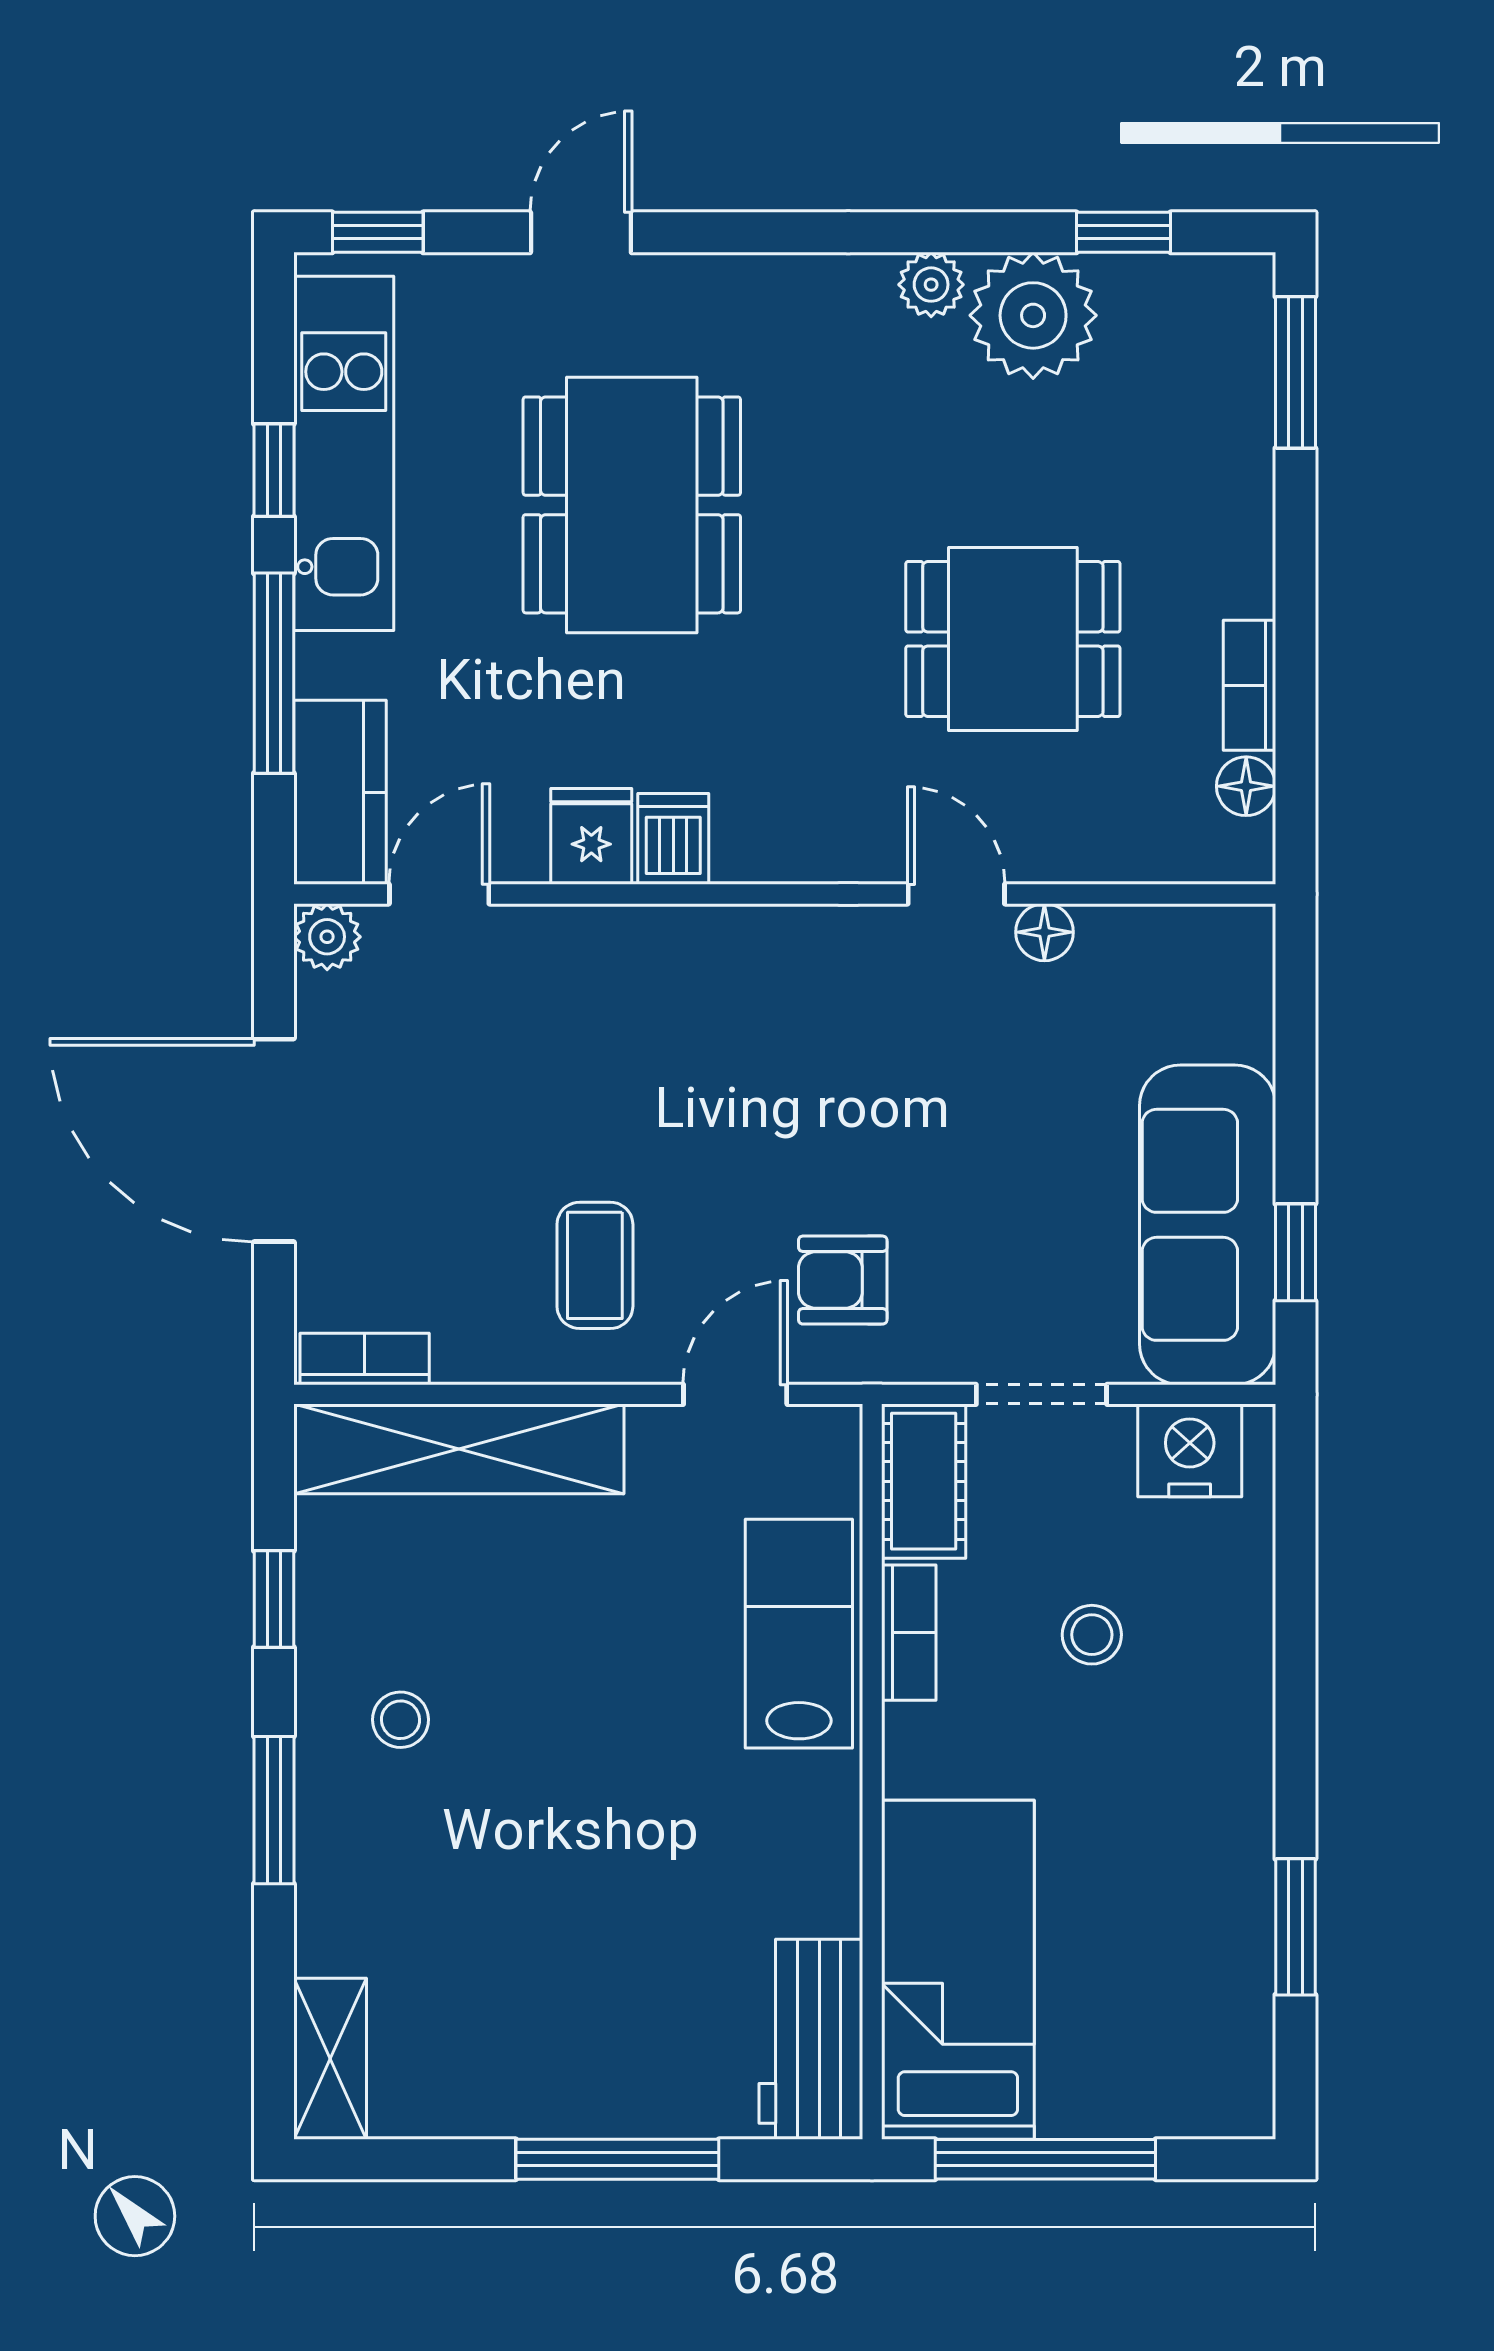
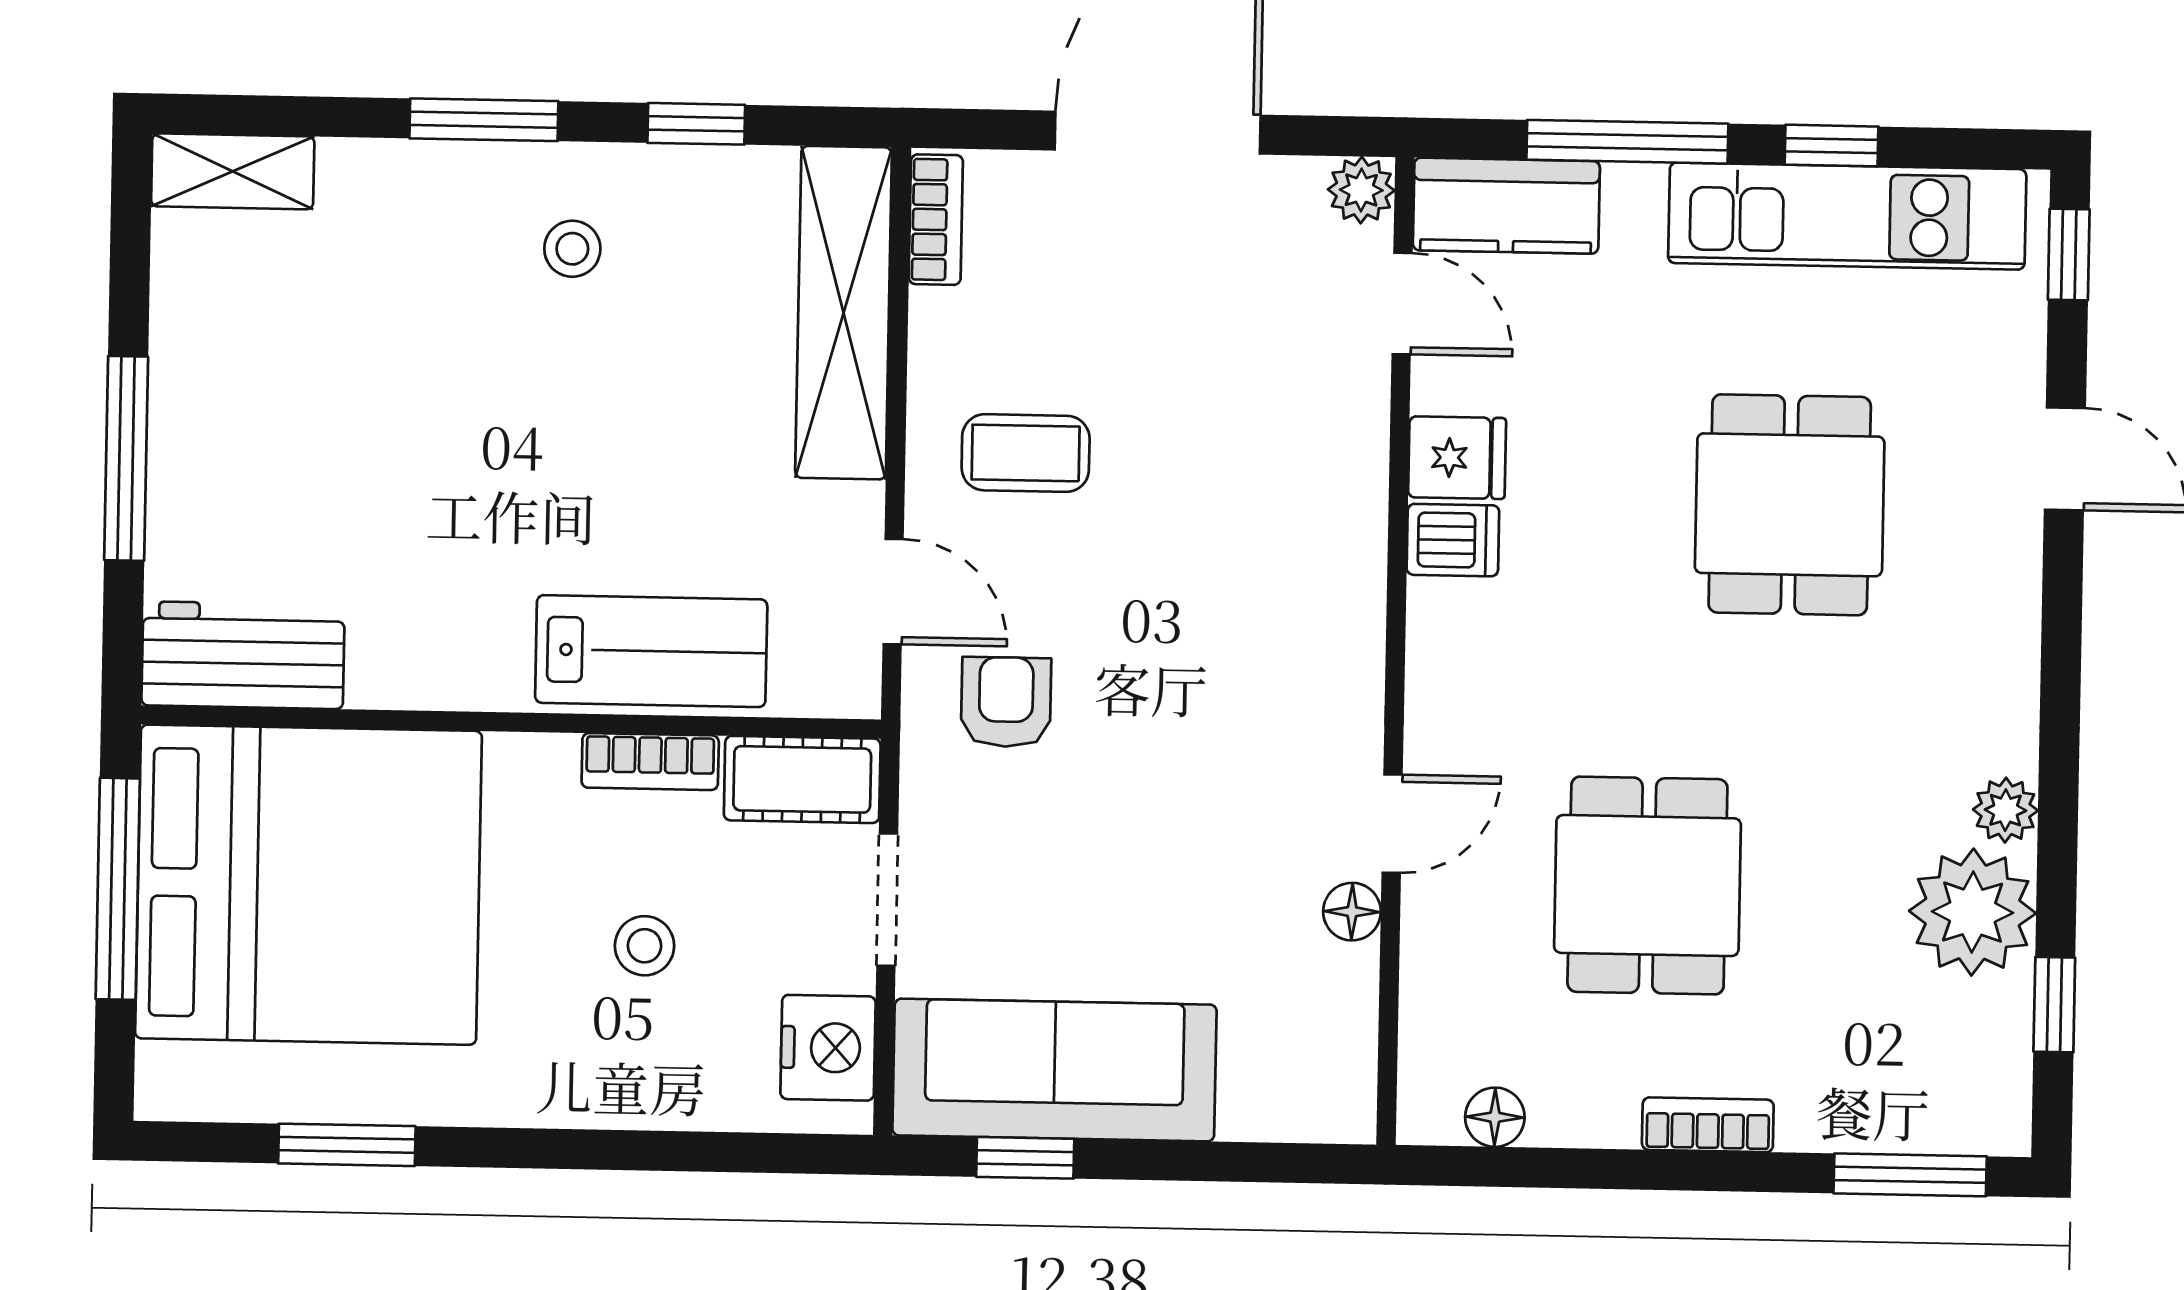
dining table: (632, 505) -> (1790, 505), width x0.73
bookcase: (1249, 685) -> (1708, 1125), moved
bed: (958, 1970) -> (309, 885), width x2.04

